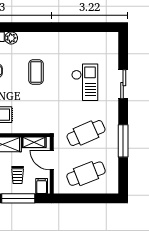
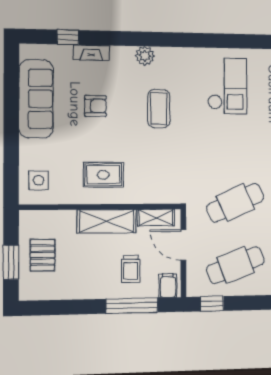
plant: (11, 38) -> (145, 56), moved
checkout: (85, 82) -> (227, 86), moved
window: (70, 198) -> (212, 304), added

